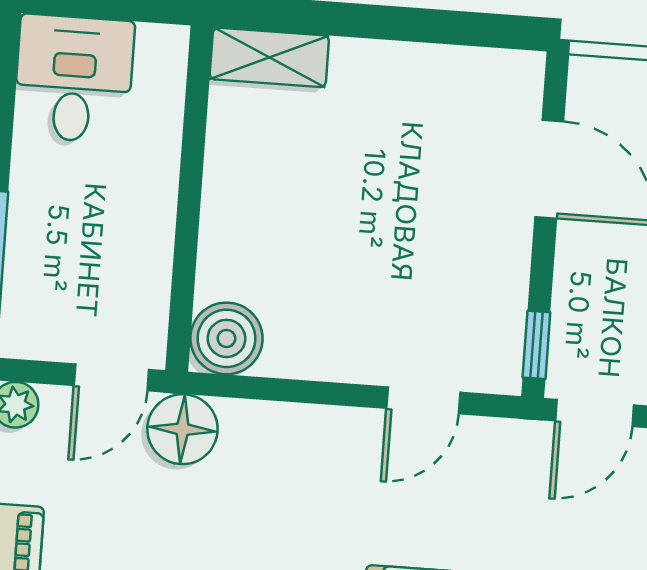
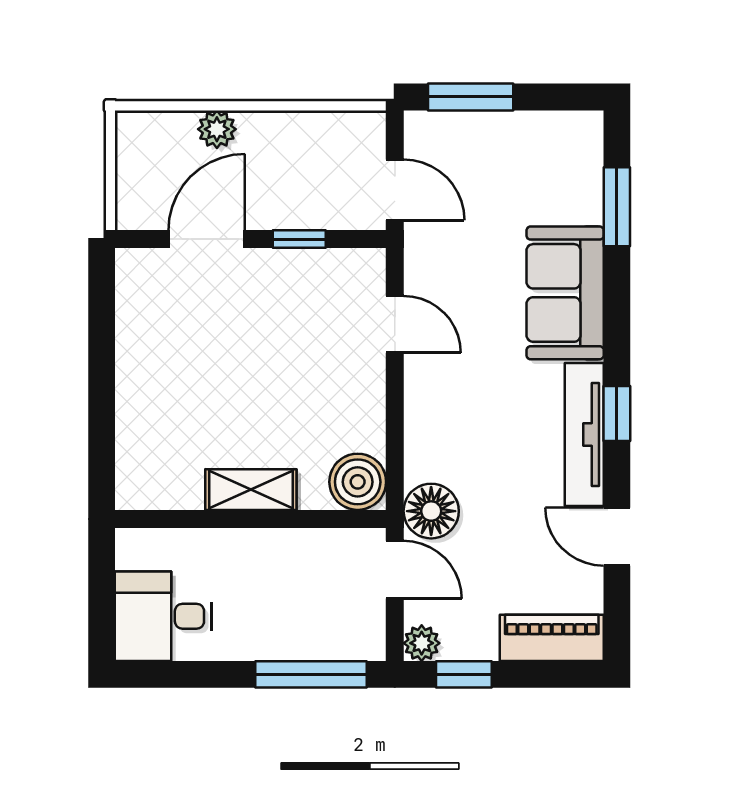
shelving: (269, 57) -> (251, 490), moved, turned 90
window: (536, 345) -> (299, 239), moved

